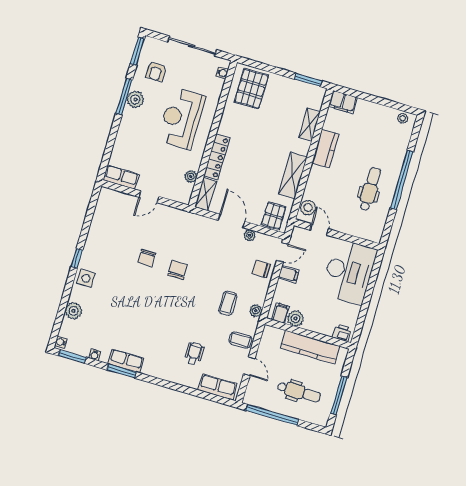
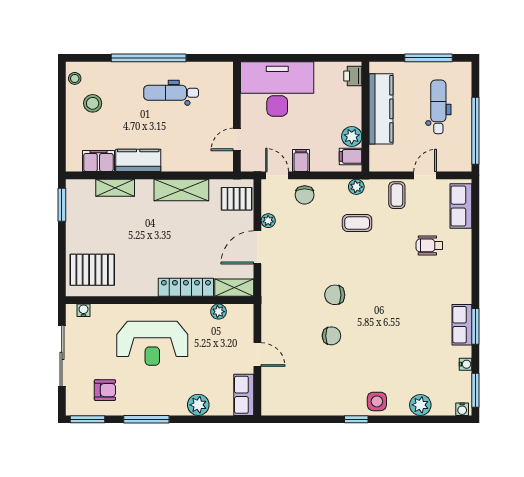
plant: (135, 99) -> (198, 405), moved
filing cabinet: (343, 102) -> (98, 161), moved, turned -90
stool: (308, 208) -> (93, 103), moved

